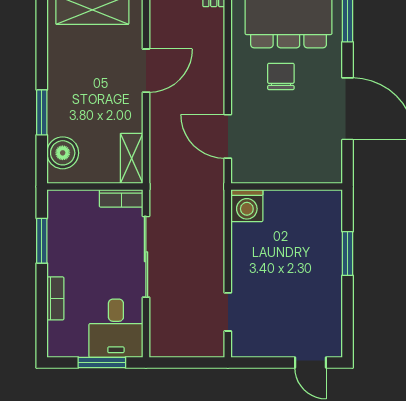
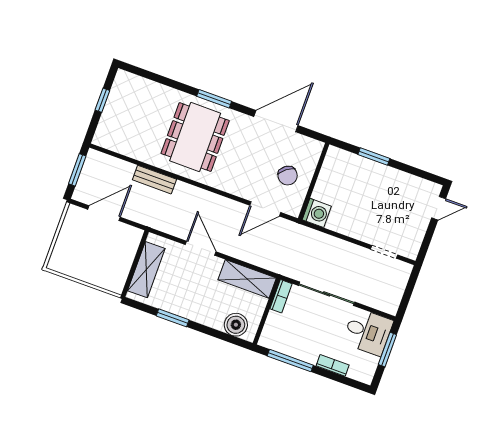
chair: (281, 76) -> (288, 176), moved, turned -127
window: (42, 112) -> (173, 318), moved
shelving: (132, 158) -> (247, 279), width x1.50, depth x1.33
window: (42, 241) -> (290, 361), width x1.44

